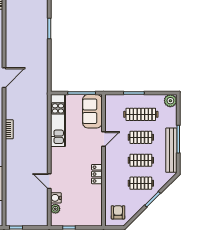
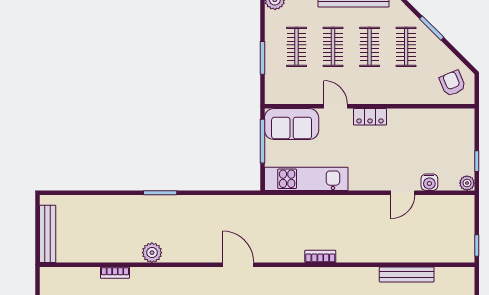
plant: (12, 24) -> (152, 253), added
clothes rail: (141, 114) -> (297, 47), width x0.73
locker: (97, 174) -> (370, 117), moved
plant: (55, 209) -> (467, 183), moved
armchair: (118, 212) -> (452, 83), turned 67

